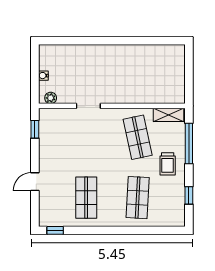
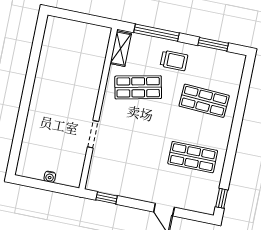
plant: (51, 98) -> (76, 174), removed
window: (189, 195) -> (213, 44), width x1.50

